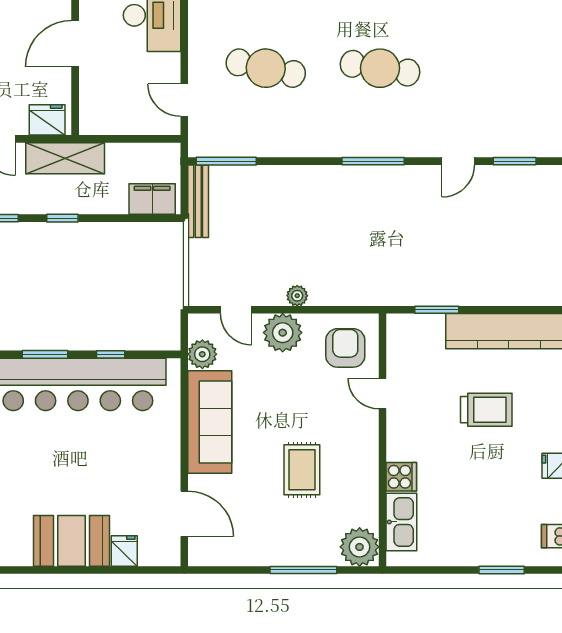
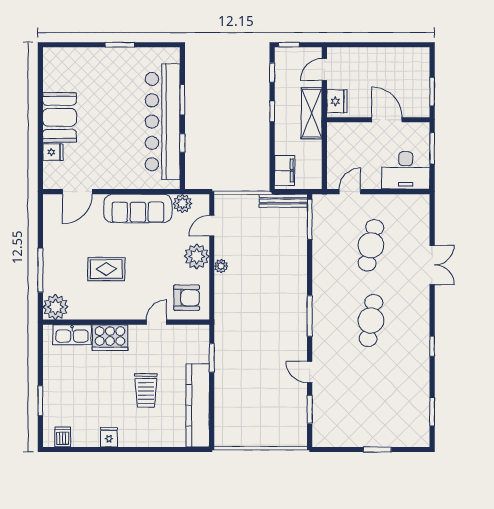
cooker: (401, 477) -> (110, 338), width x1.87, depth x1.31

